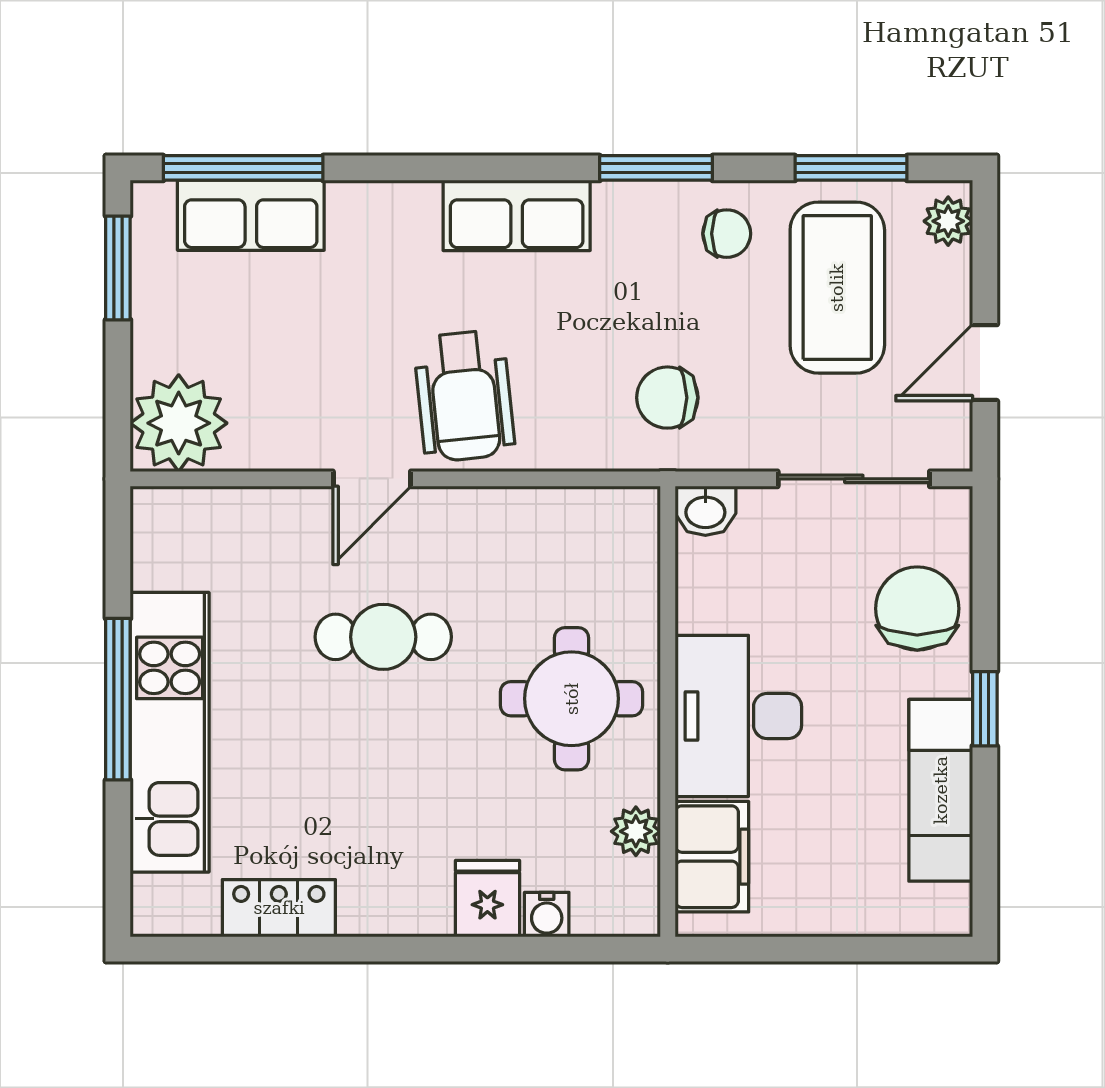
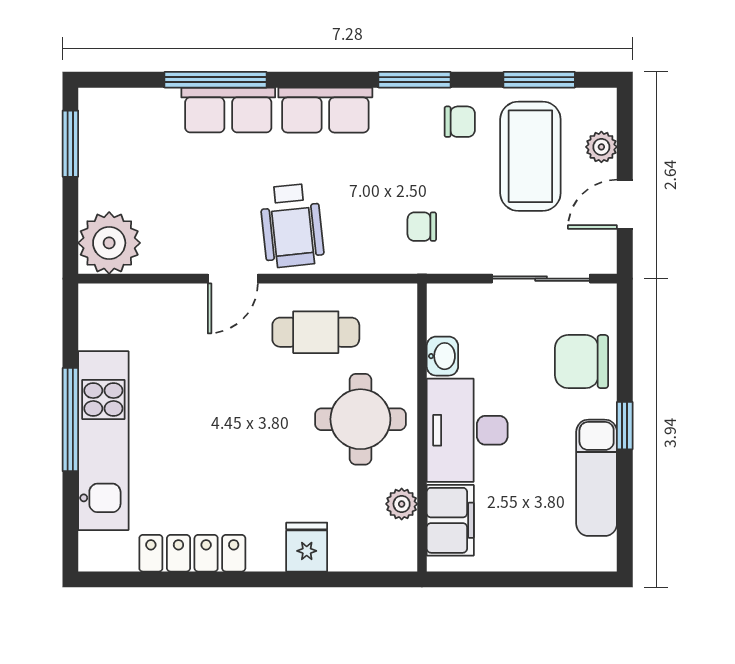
window: (243, 168) -> (215, 80), moved
row of seats: (251, 215) -> (228, 110), moved
plant: (948, 221) -> (601, 147), moved
chair: (667, 398) -> (422, 227), width x0.73, depth x0.73
washbasin: (705, 511) -> (442, 356), moved, turned -90
chair: (917, 609) -> (582, 362), turned -90
cafe table: (383, 637) -> (316, 332), moved
locker: (279, 908) -> (192, 553), width x1.53
water cooler: (547, 915) -> (345, 557), removed

